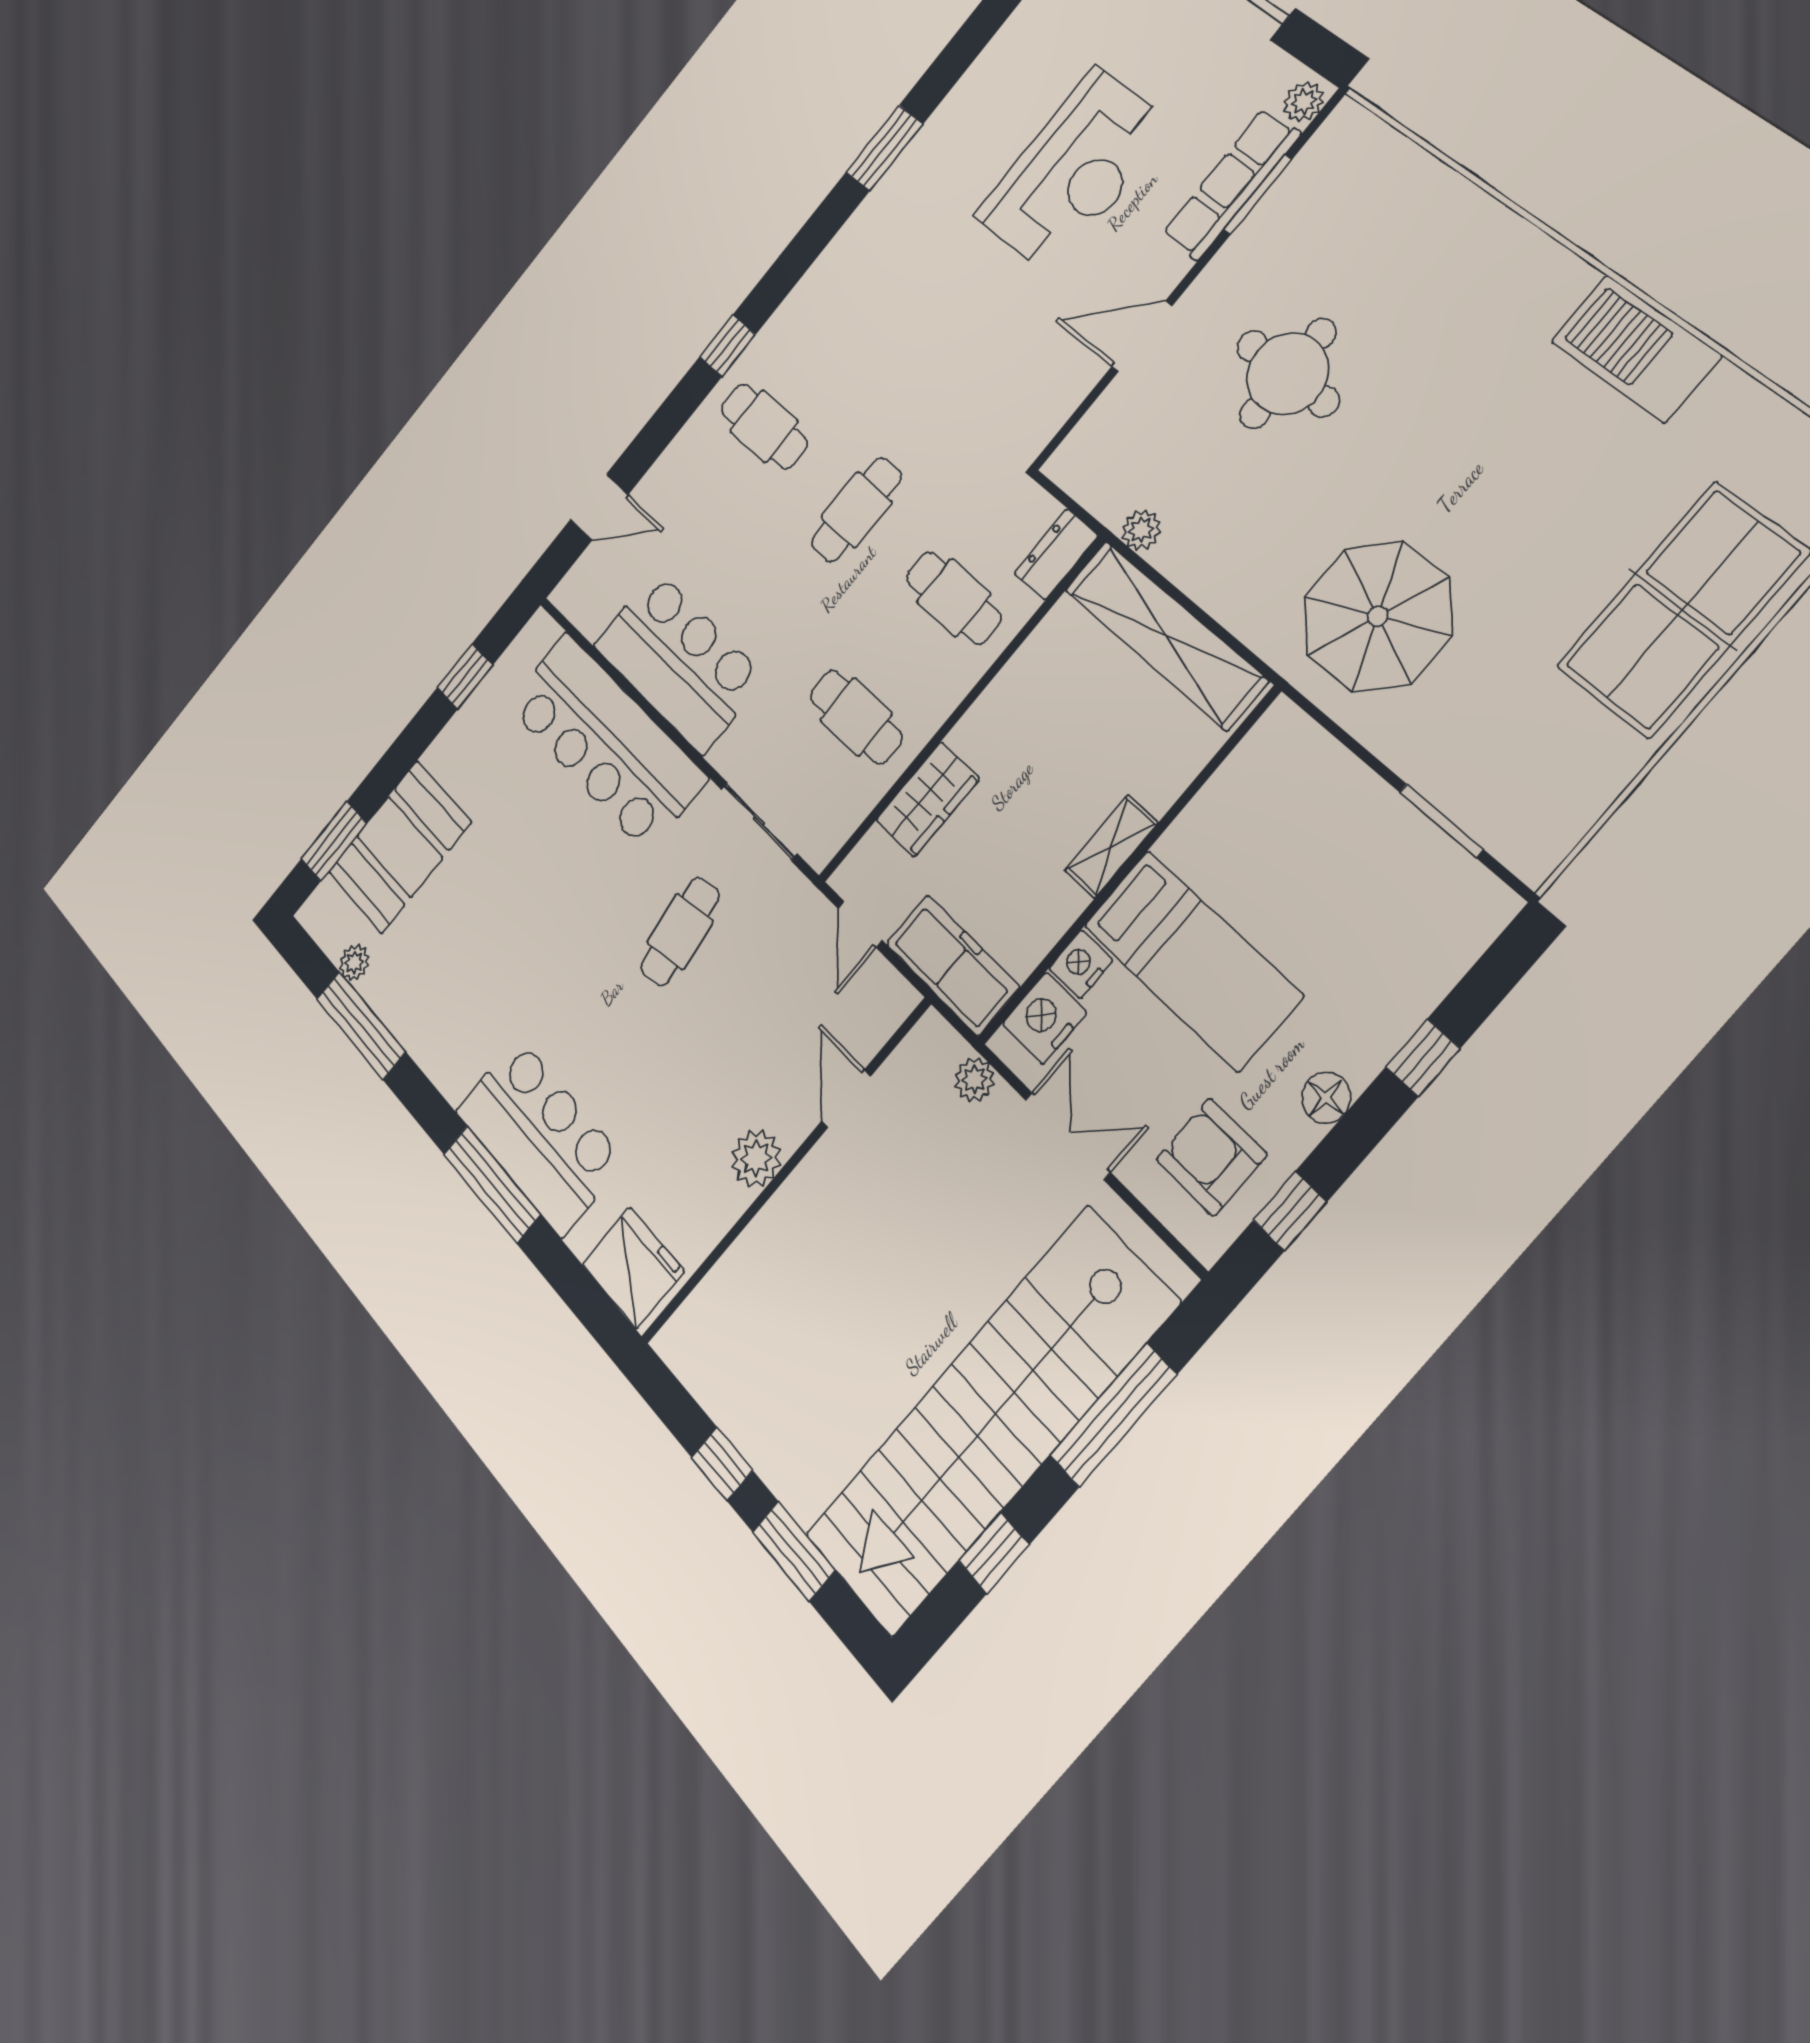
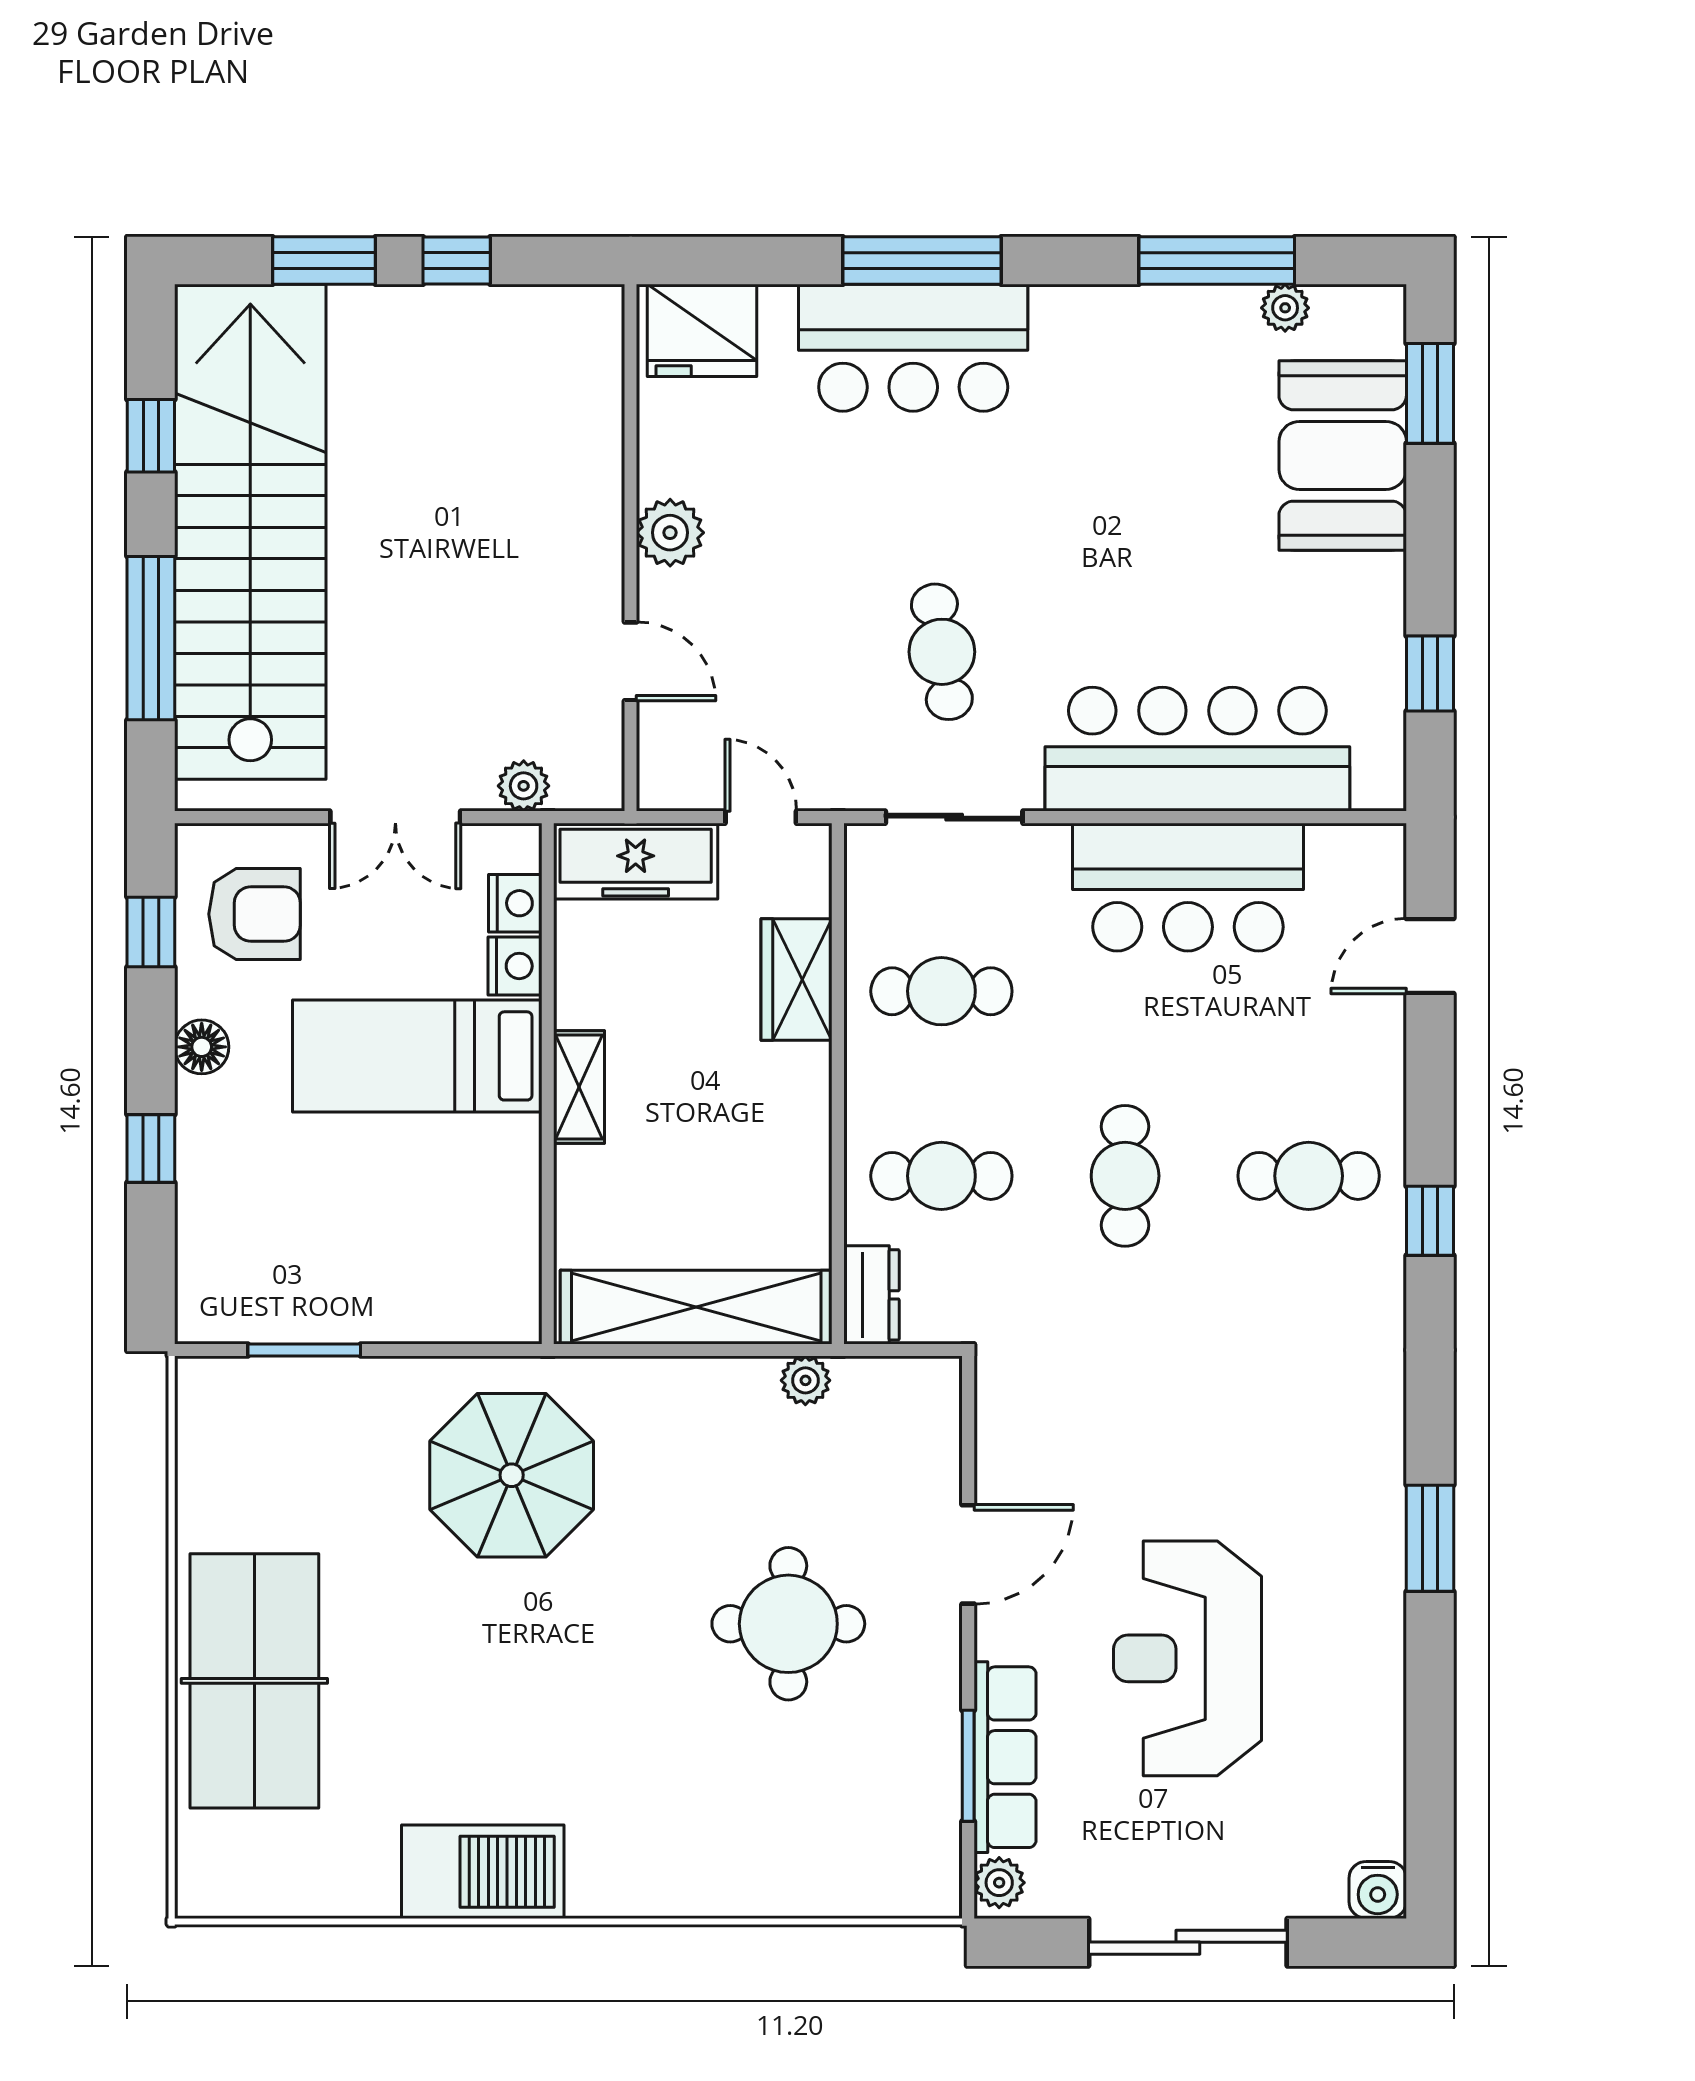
nightstand: (1044, 1018) -> (515, 903), width x0.74, depth x0.75

